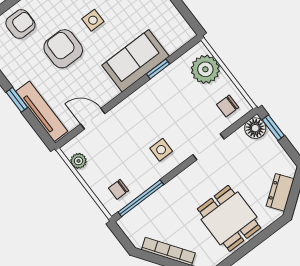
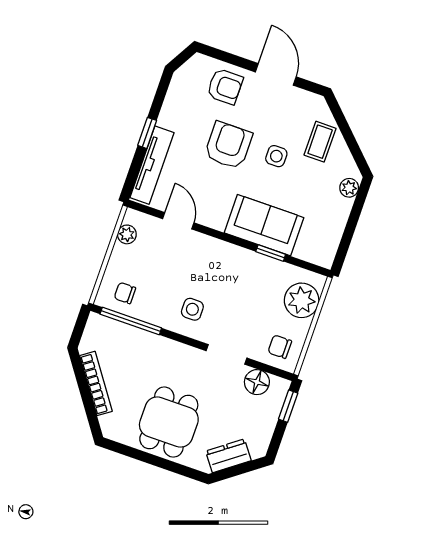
floor lamp: (255, 128) -> (257, 382), moved

